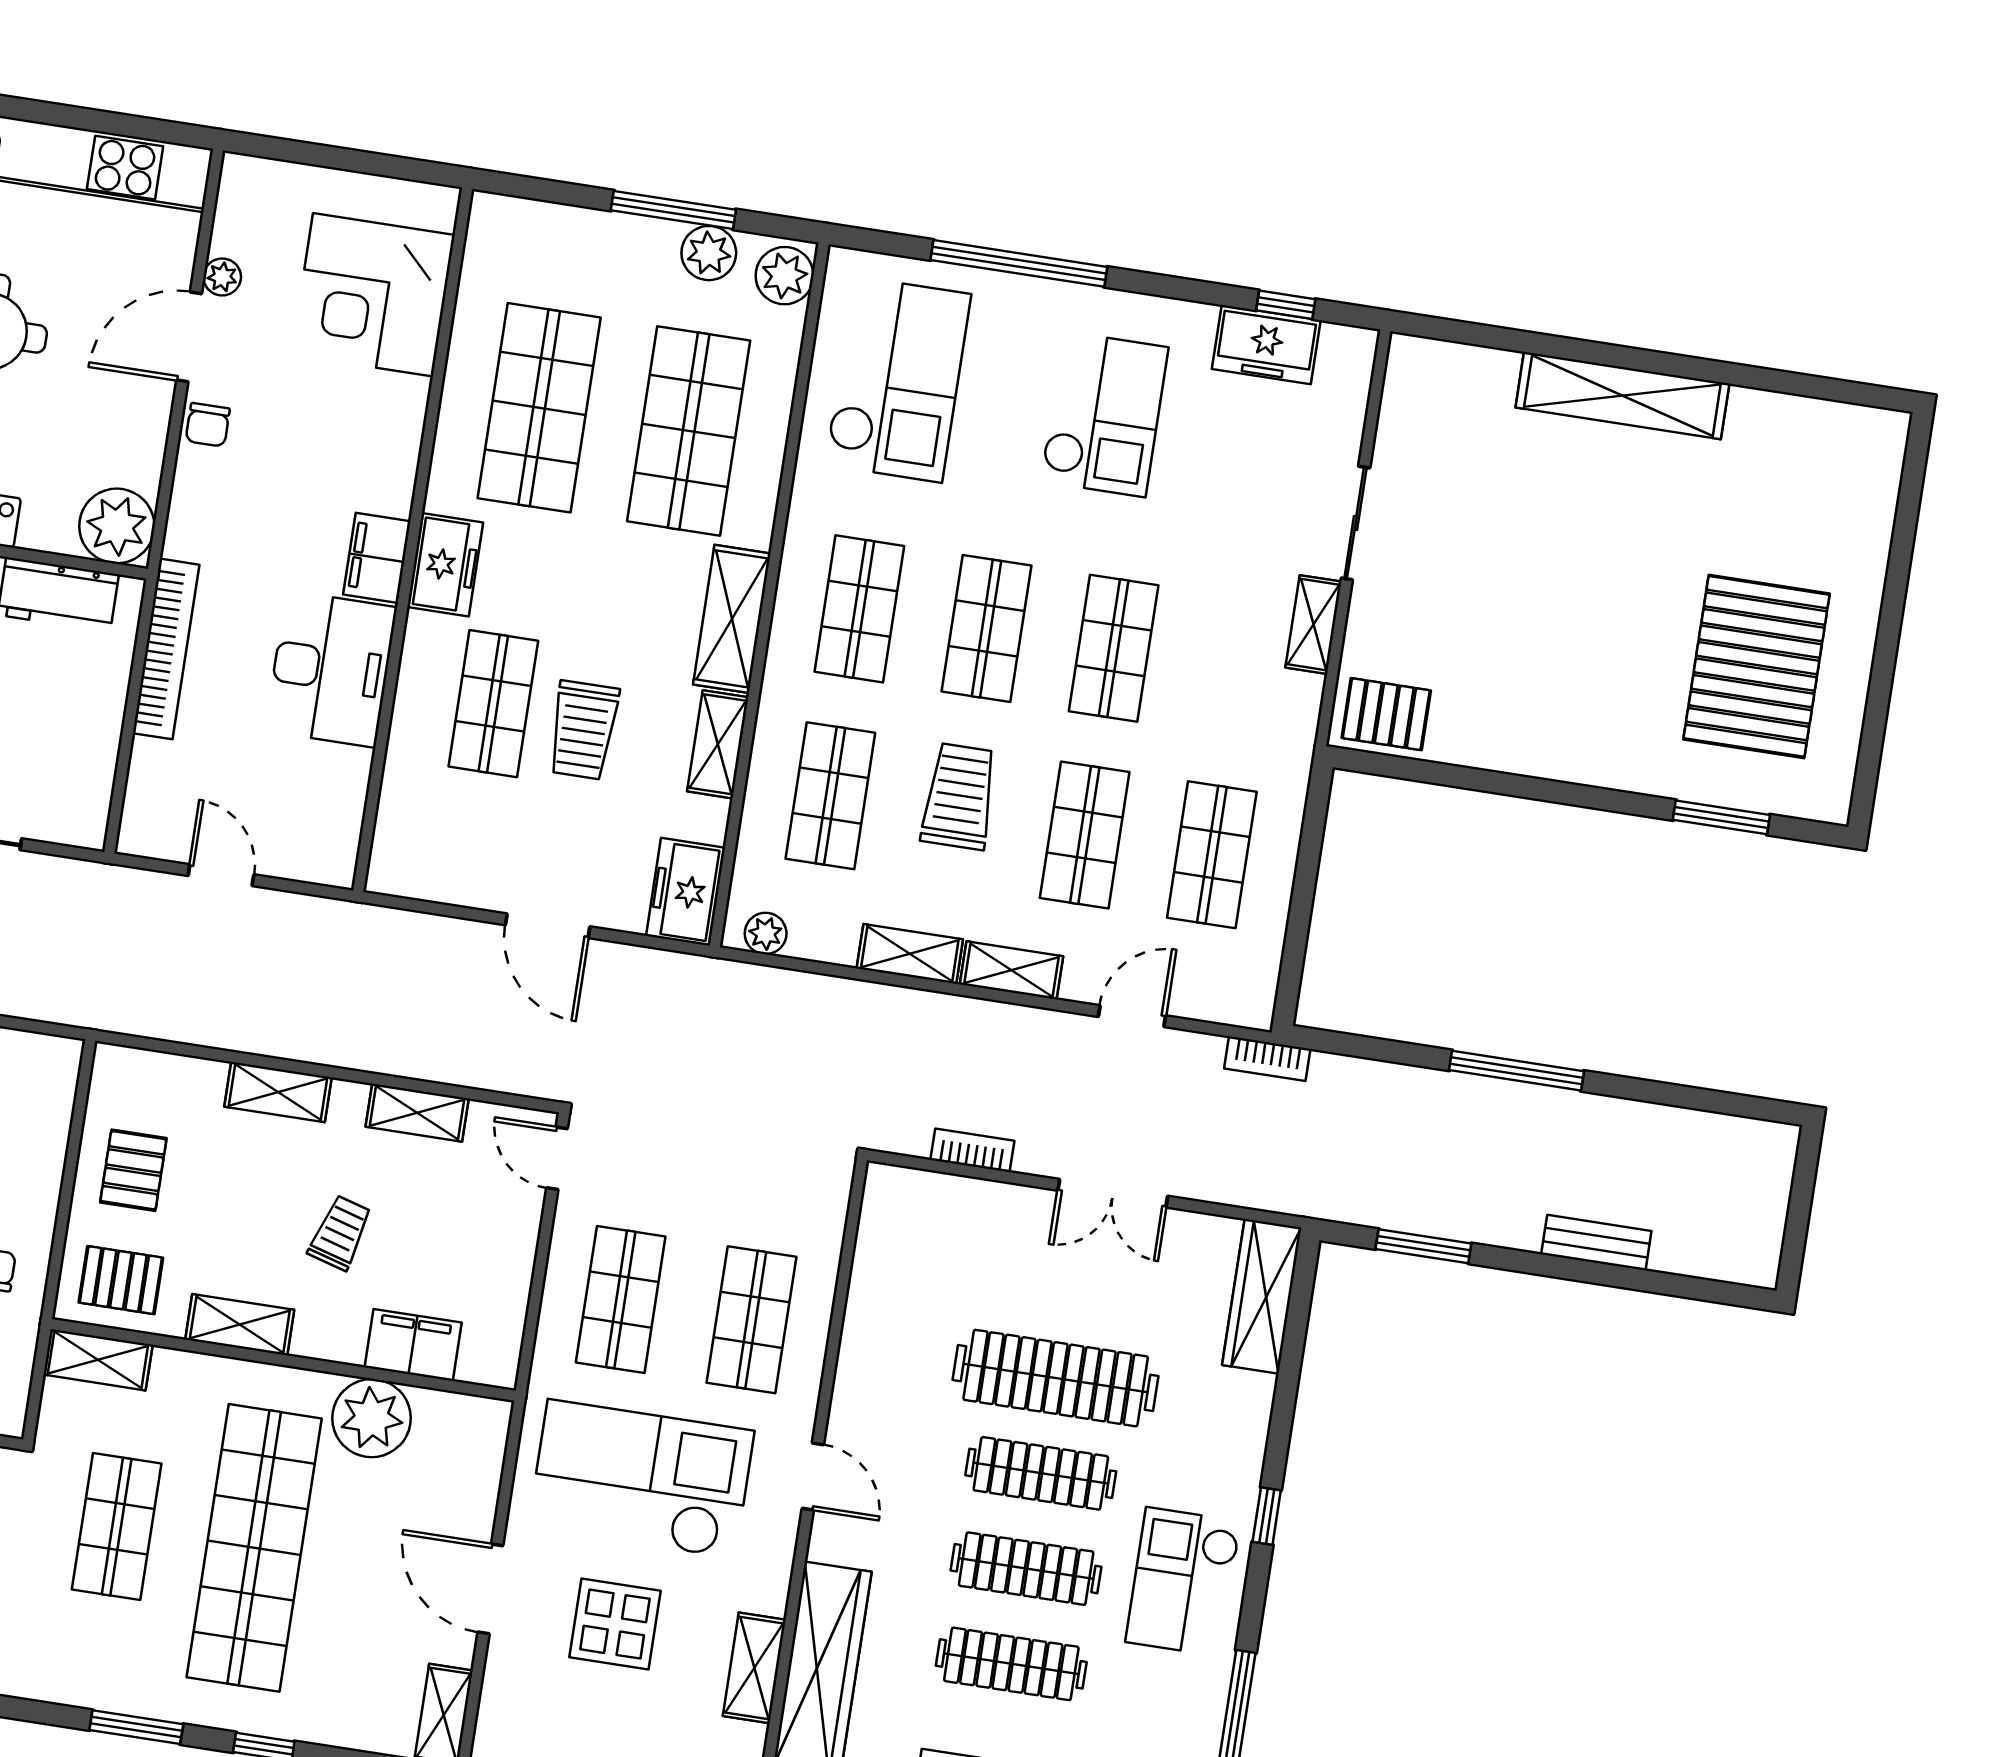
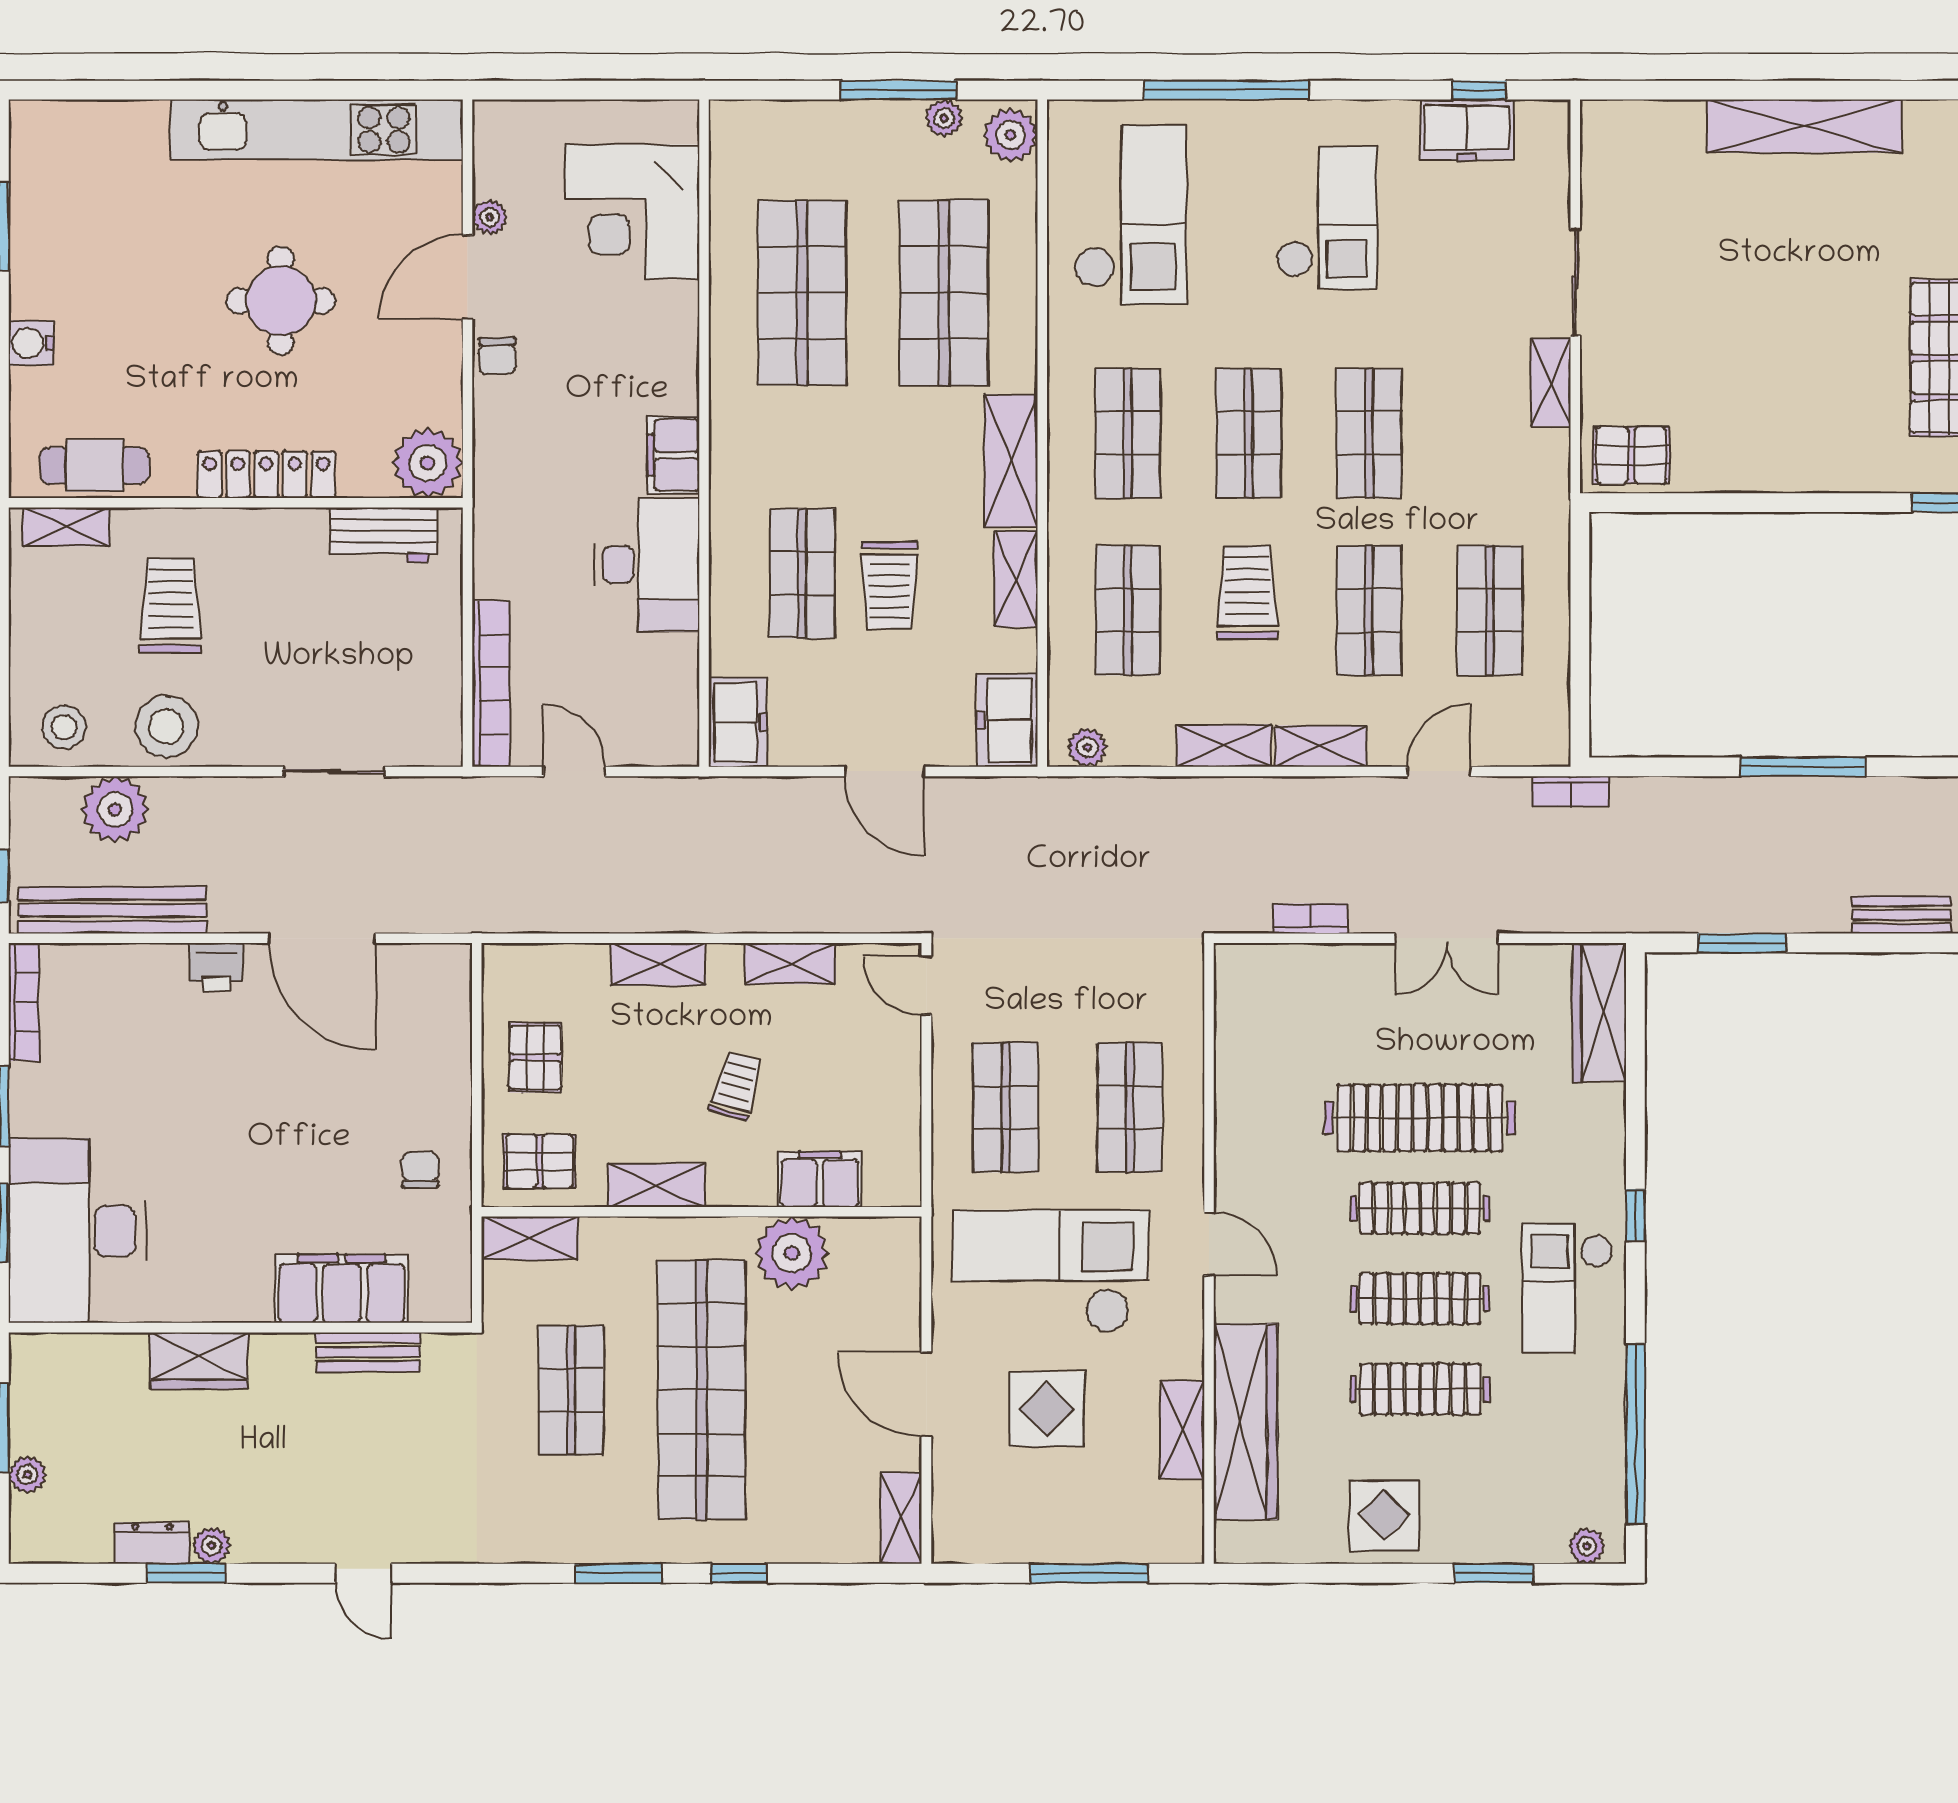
plant: (709, 253) -> (944, 118), width x0.73, depth x0.73
freezer: (445, 565) -> (738, 722), moved
bookcase: (166, 649) -> (491, 684), moved

